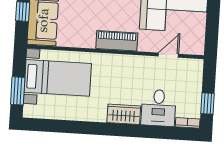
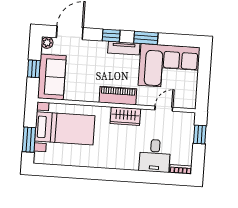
window: (207, 103) -> (200, 134), moved
wardrobe: (124, 114) -> (125, 116), moved, turned 180

